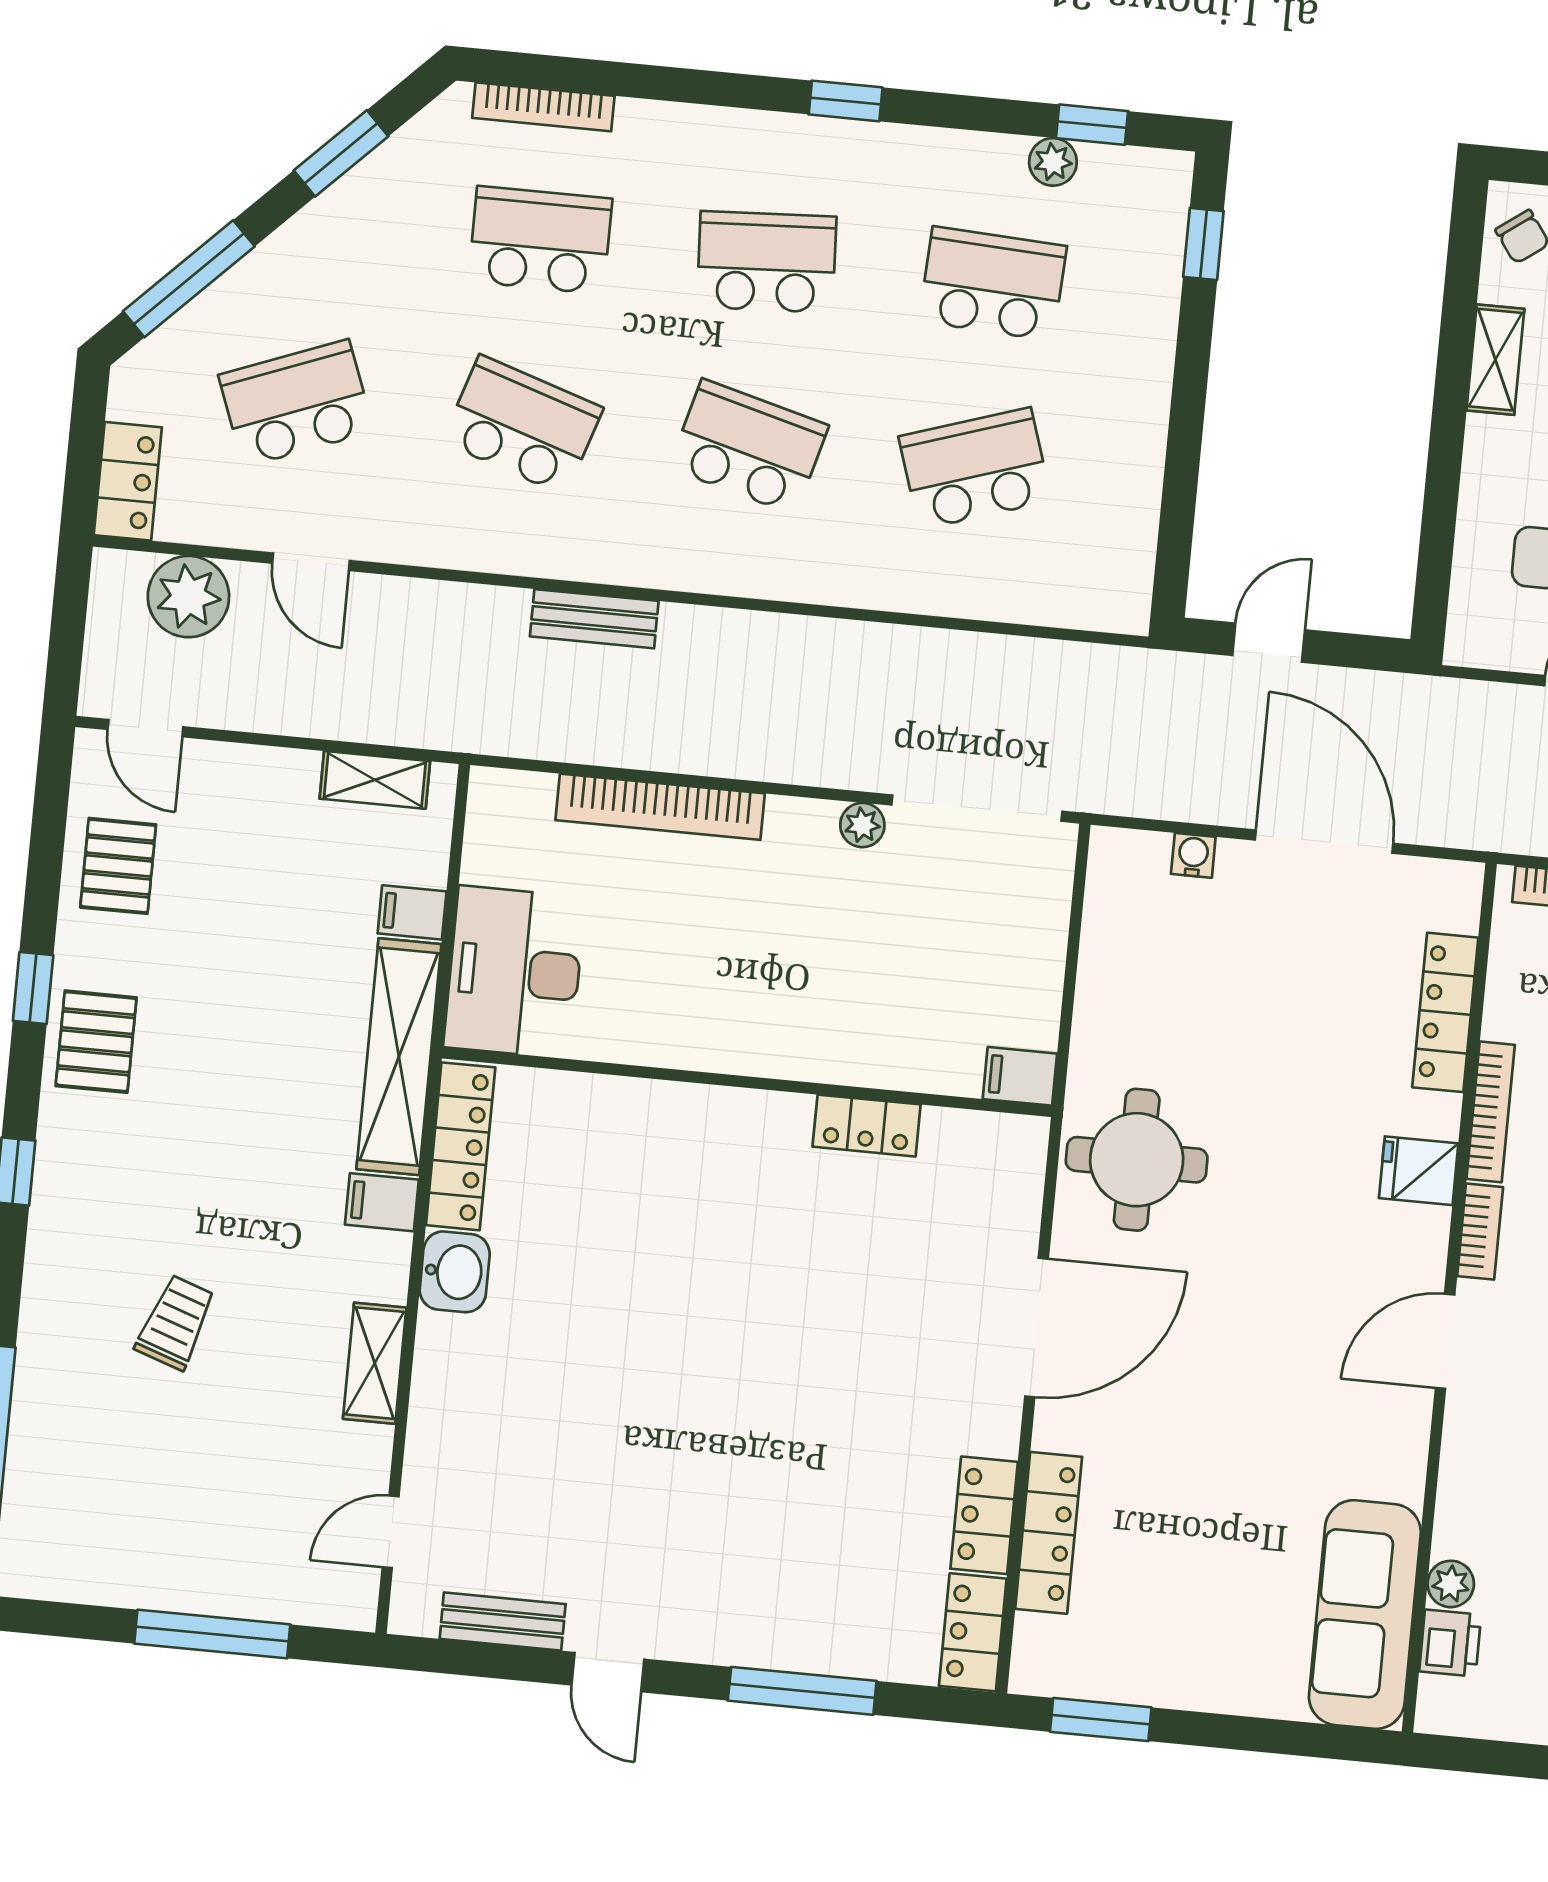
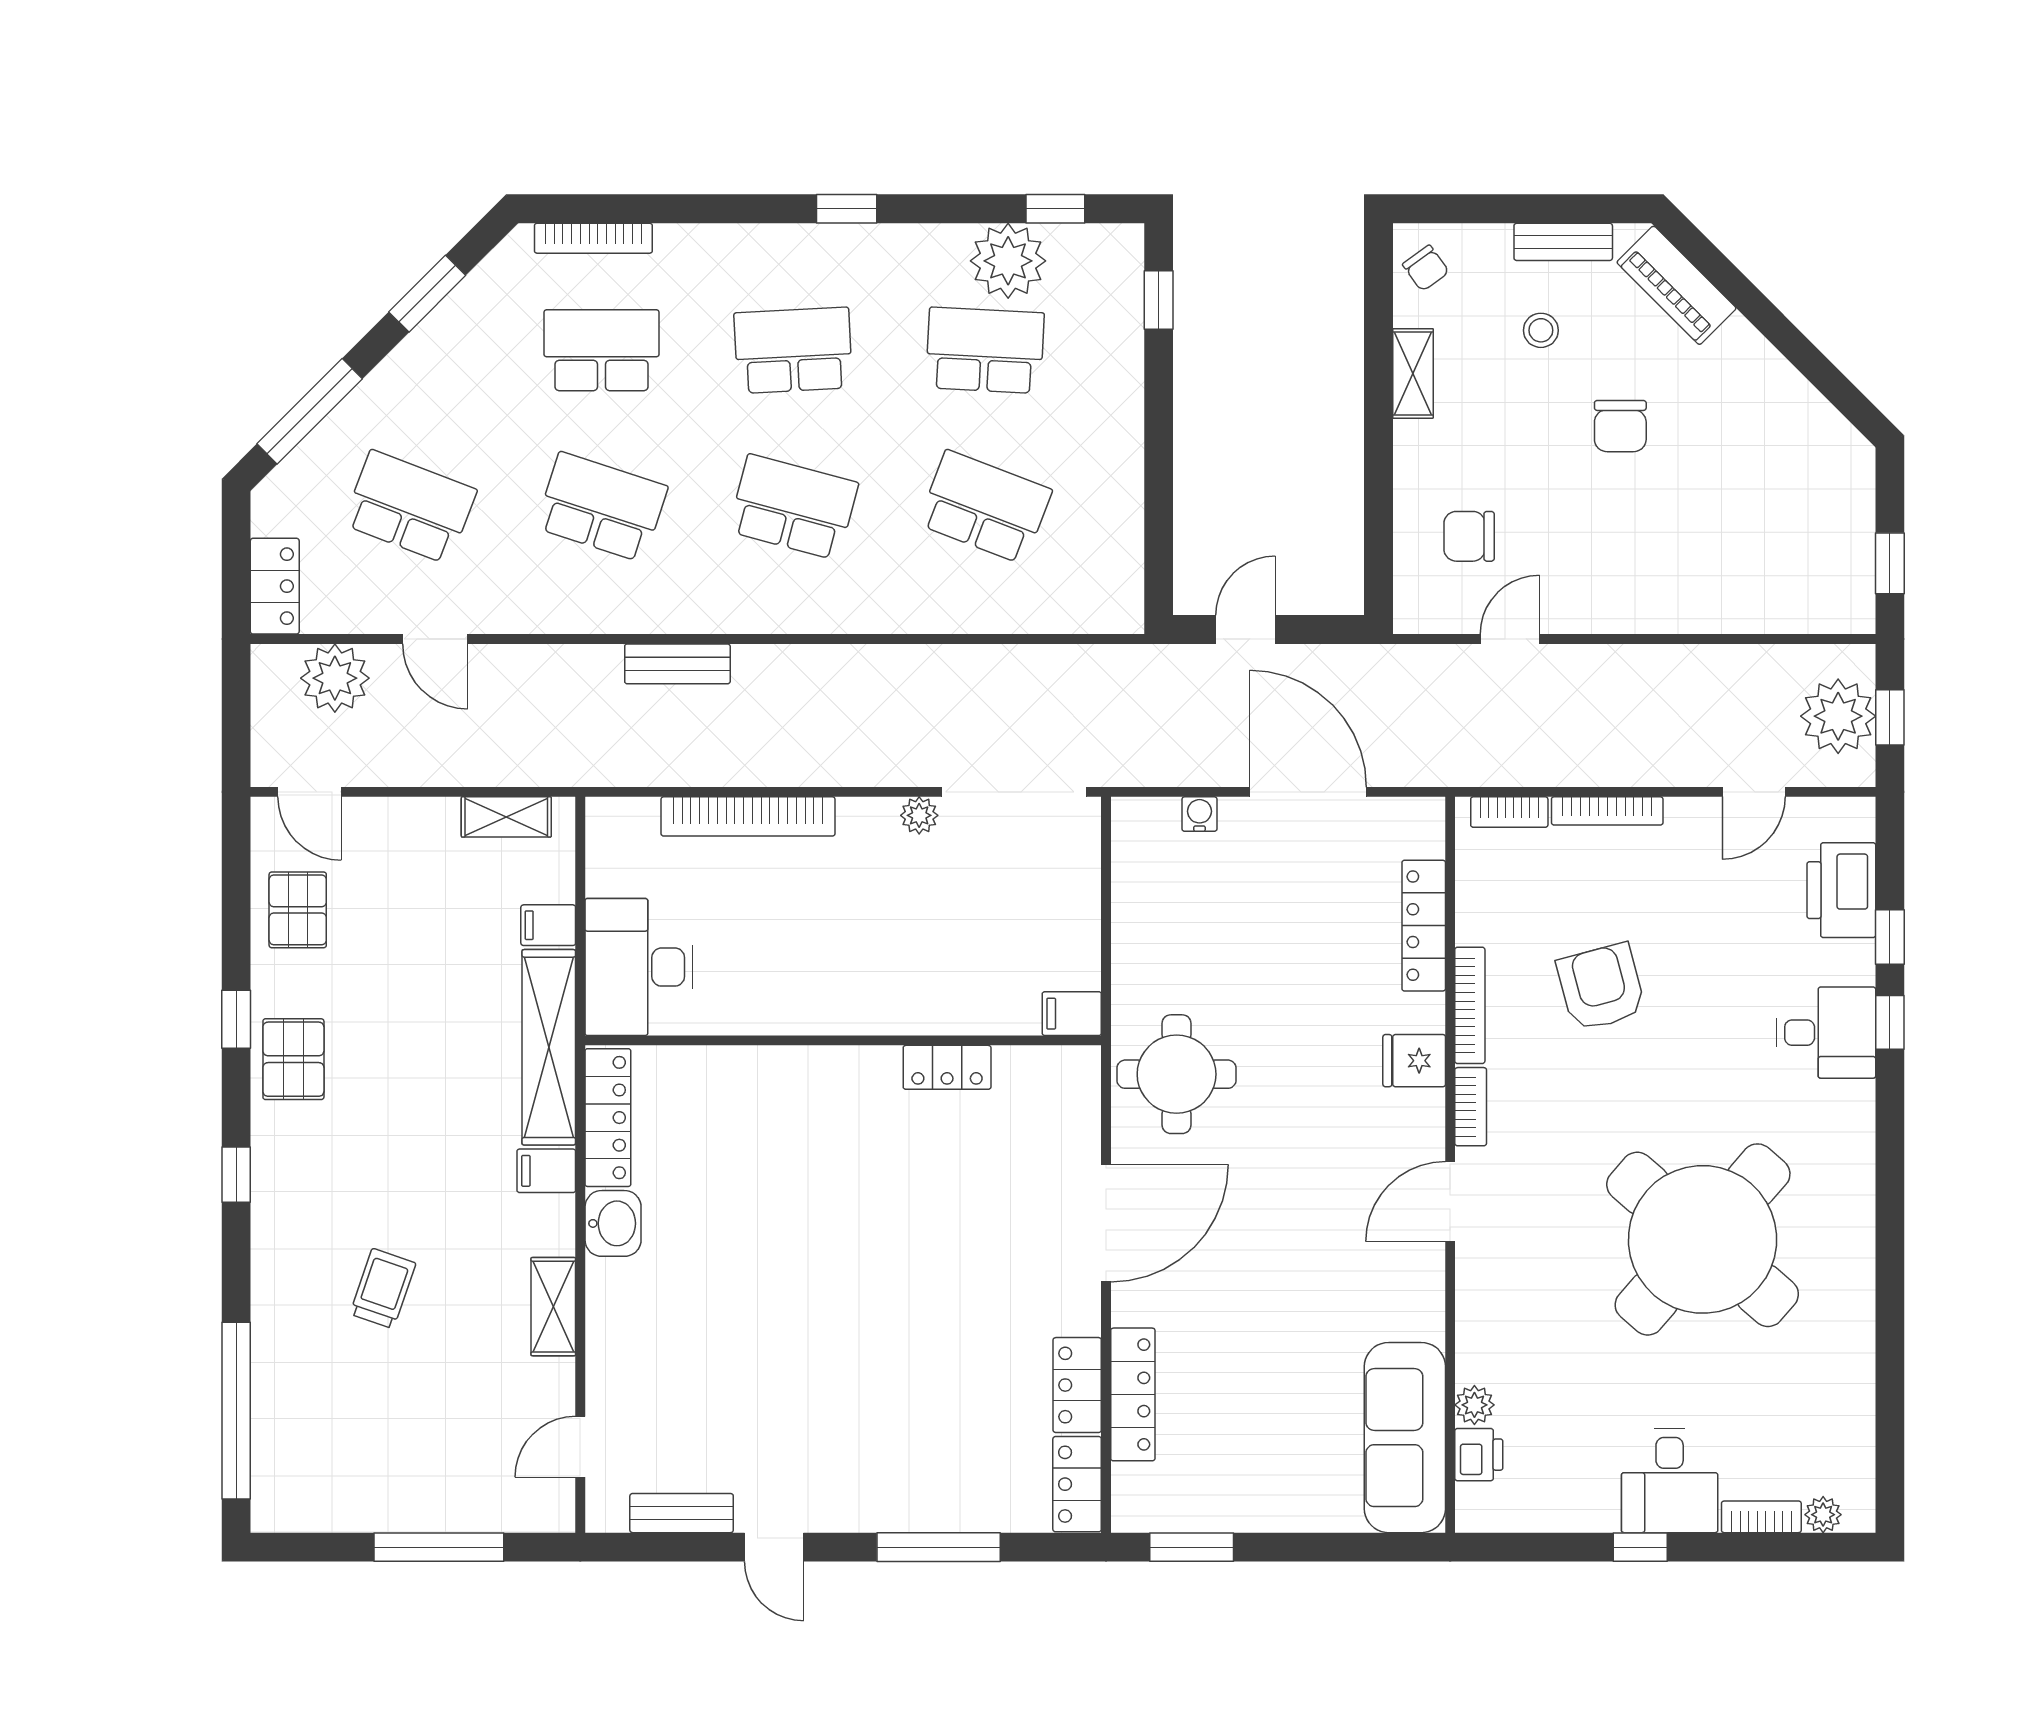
plant: (1053, 162) -> (1008, 261), width x1.87, depth x1.87
school desk: (296, 403) -> (410, 507), turned 42
school desk: (975, 469) -> (985, 507), turned 39

